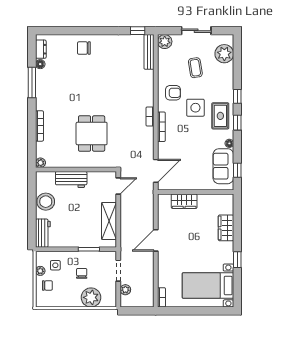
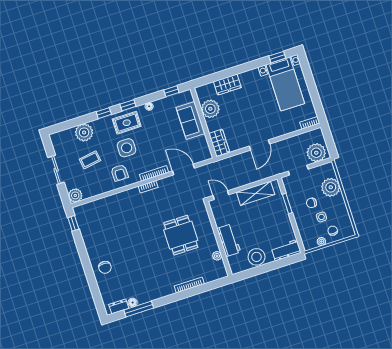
bench: (149, 52) -> (89, 207), removed
plant: (224, 54) -> (84, 132), moved
window: (32, 82) -> (139, 309), moved
armchair: (173, 93) -> (120, 173), turned 180
dining table: (92, 134) -> (181, 235), turned 90
plant: (40, 163) -> (217, 256), moved
sofa: (223, 166) -> (191, 120), moved, turned 90
door: (156, 171) -> (183, 170), moved
wardrobe: (184, 201) -> (219, 143), moved
plant: (207, 203) -> (210, 109), added
door: (156, 240) -> (260, 145), hinge flipped
window: (237, 260) -> (277, 57), moved
side table: (55, 265) -> (321, 217), moved
plant: (125, 290) -> (316, 153), width x1.87, depth x1.87

